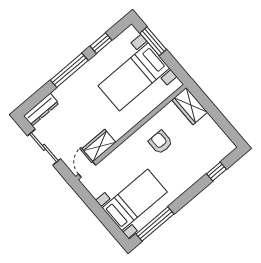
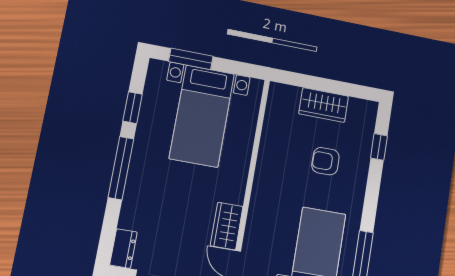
wardrobe: (190, 106) -> (324, 105), moved
dresser: (41, 110) -> (123, 249), width x0.70
armchair: (160, 142) -> (325, 161), moved

